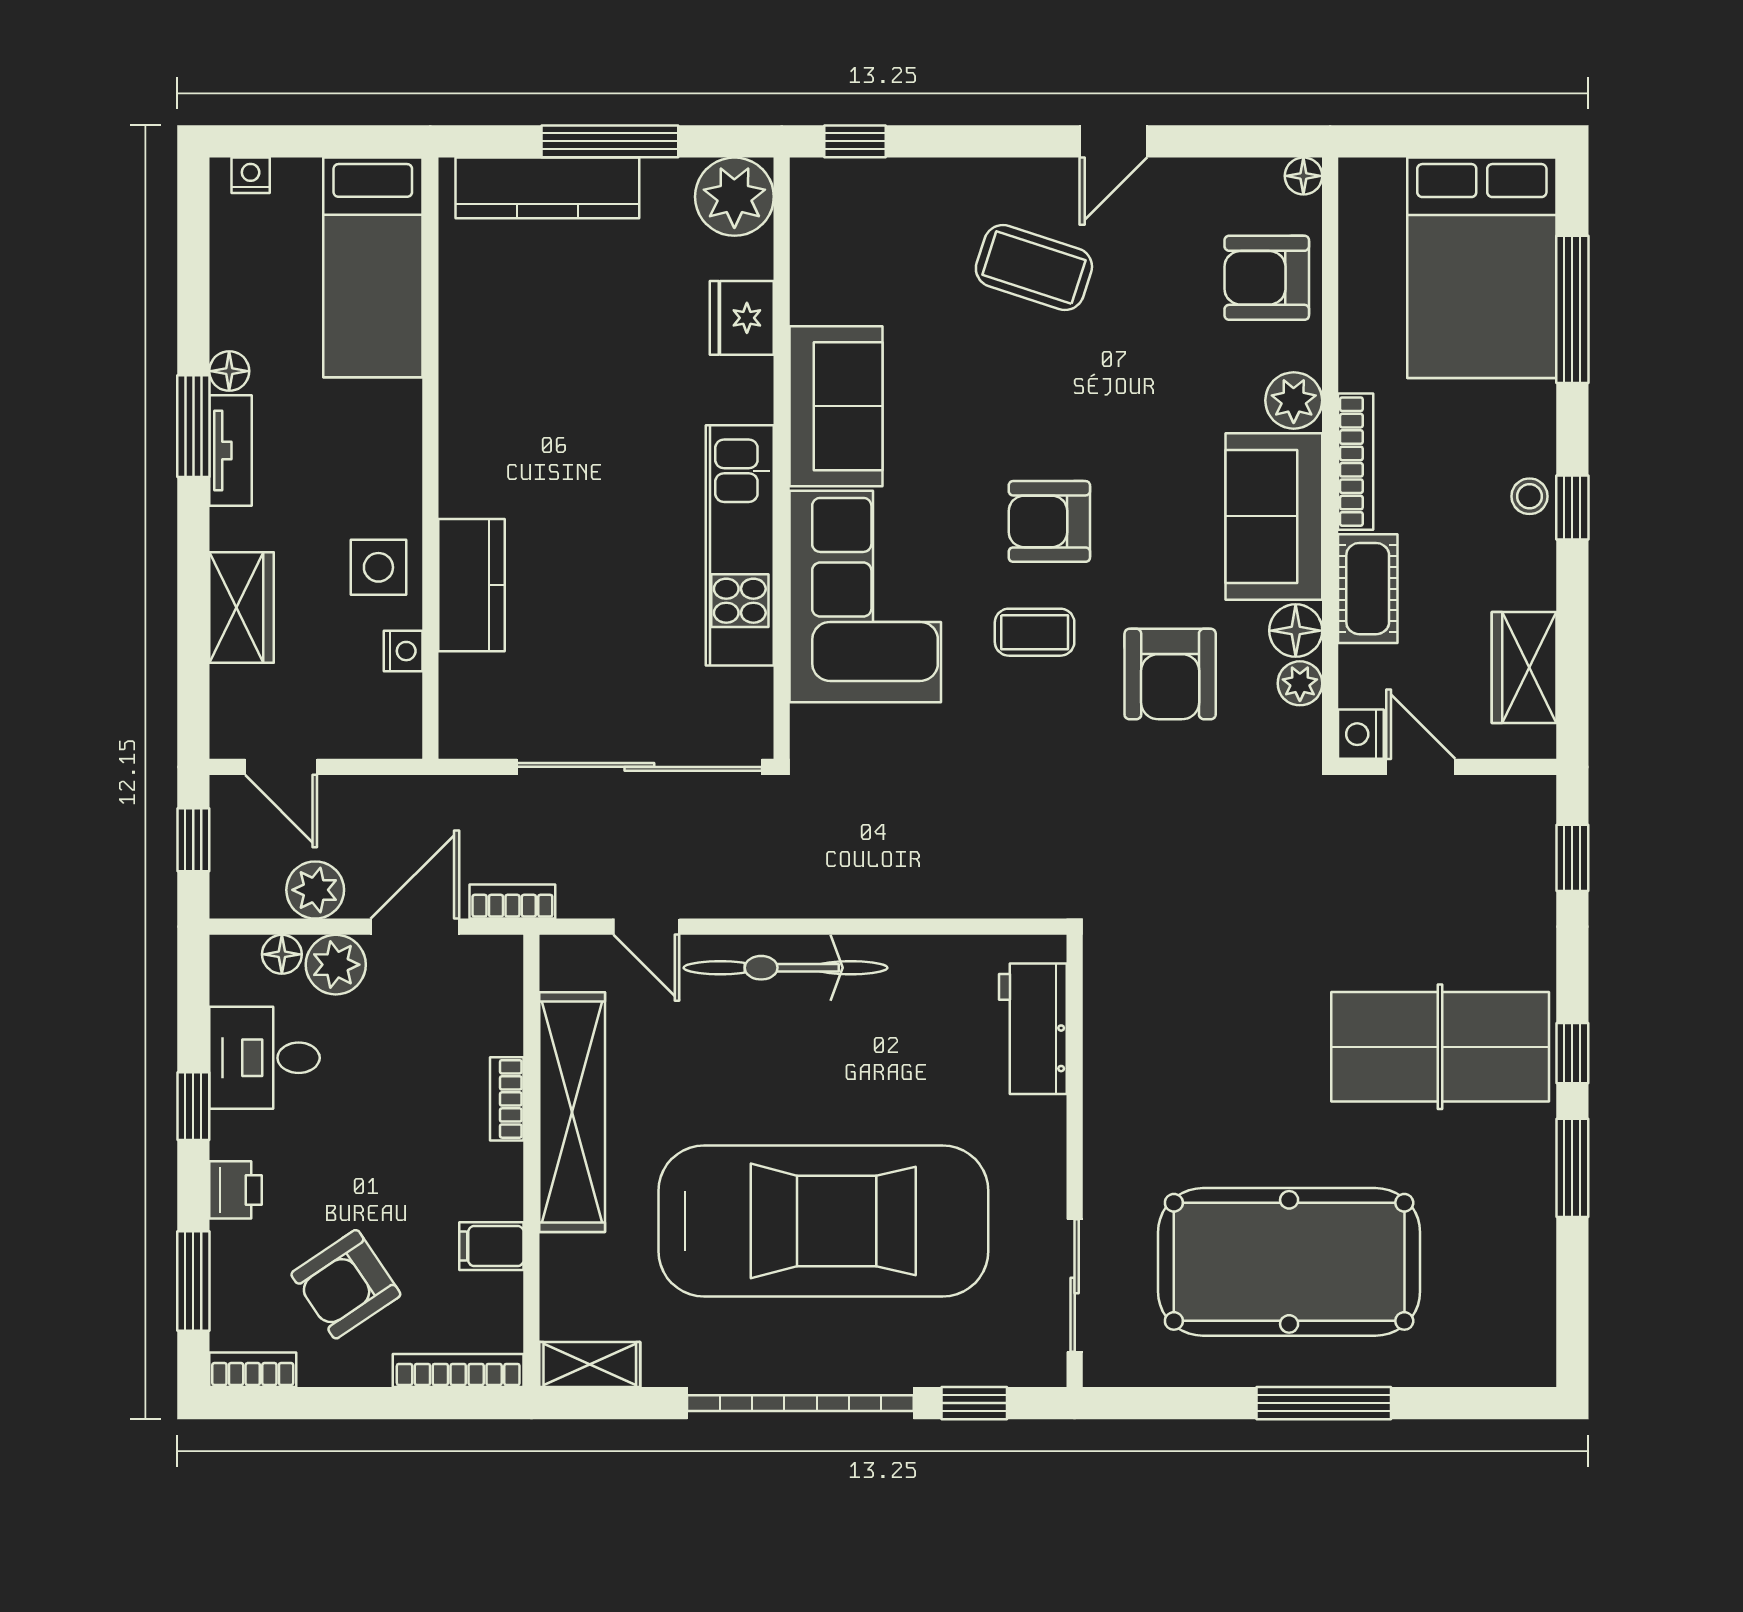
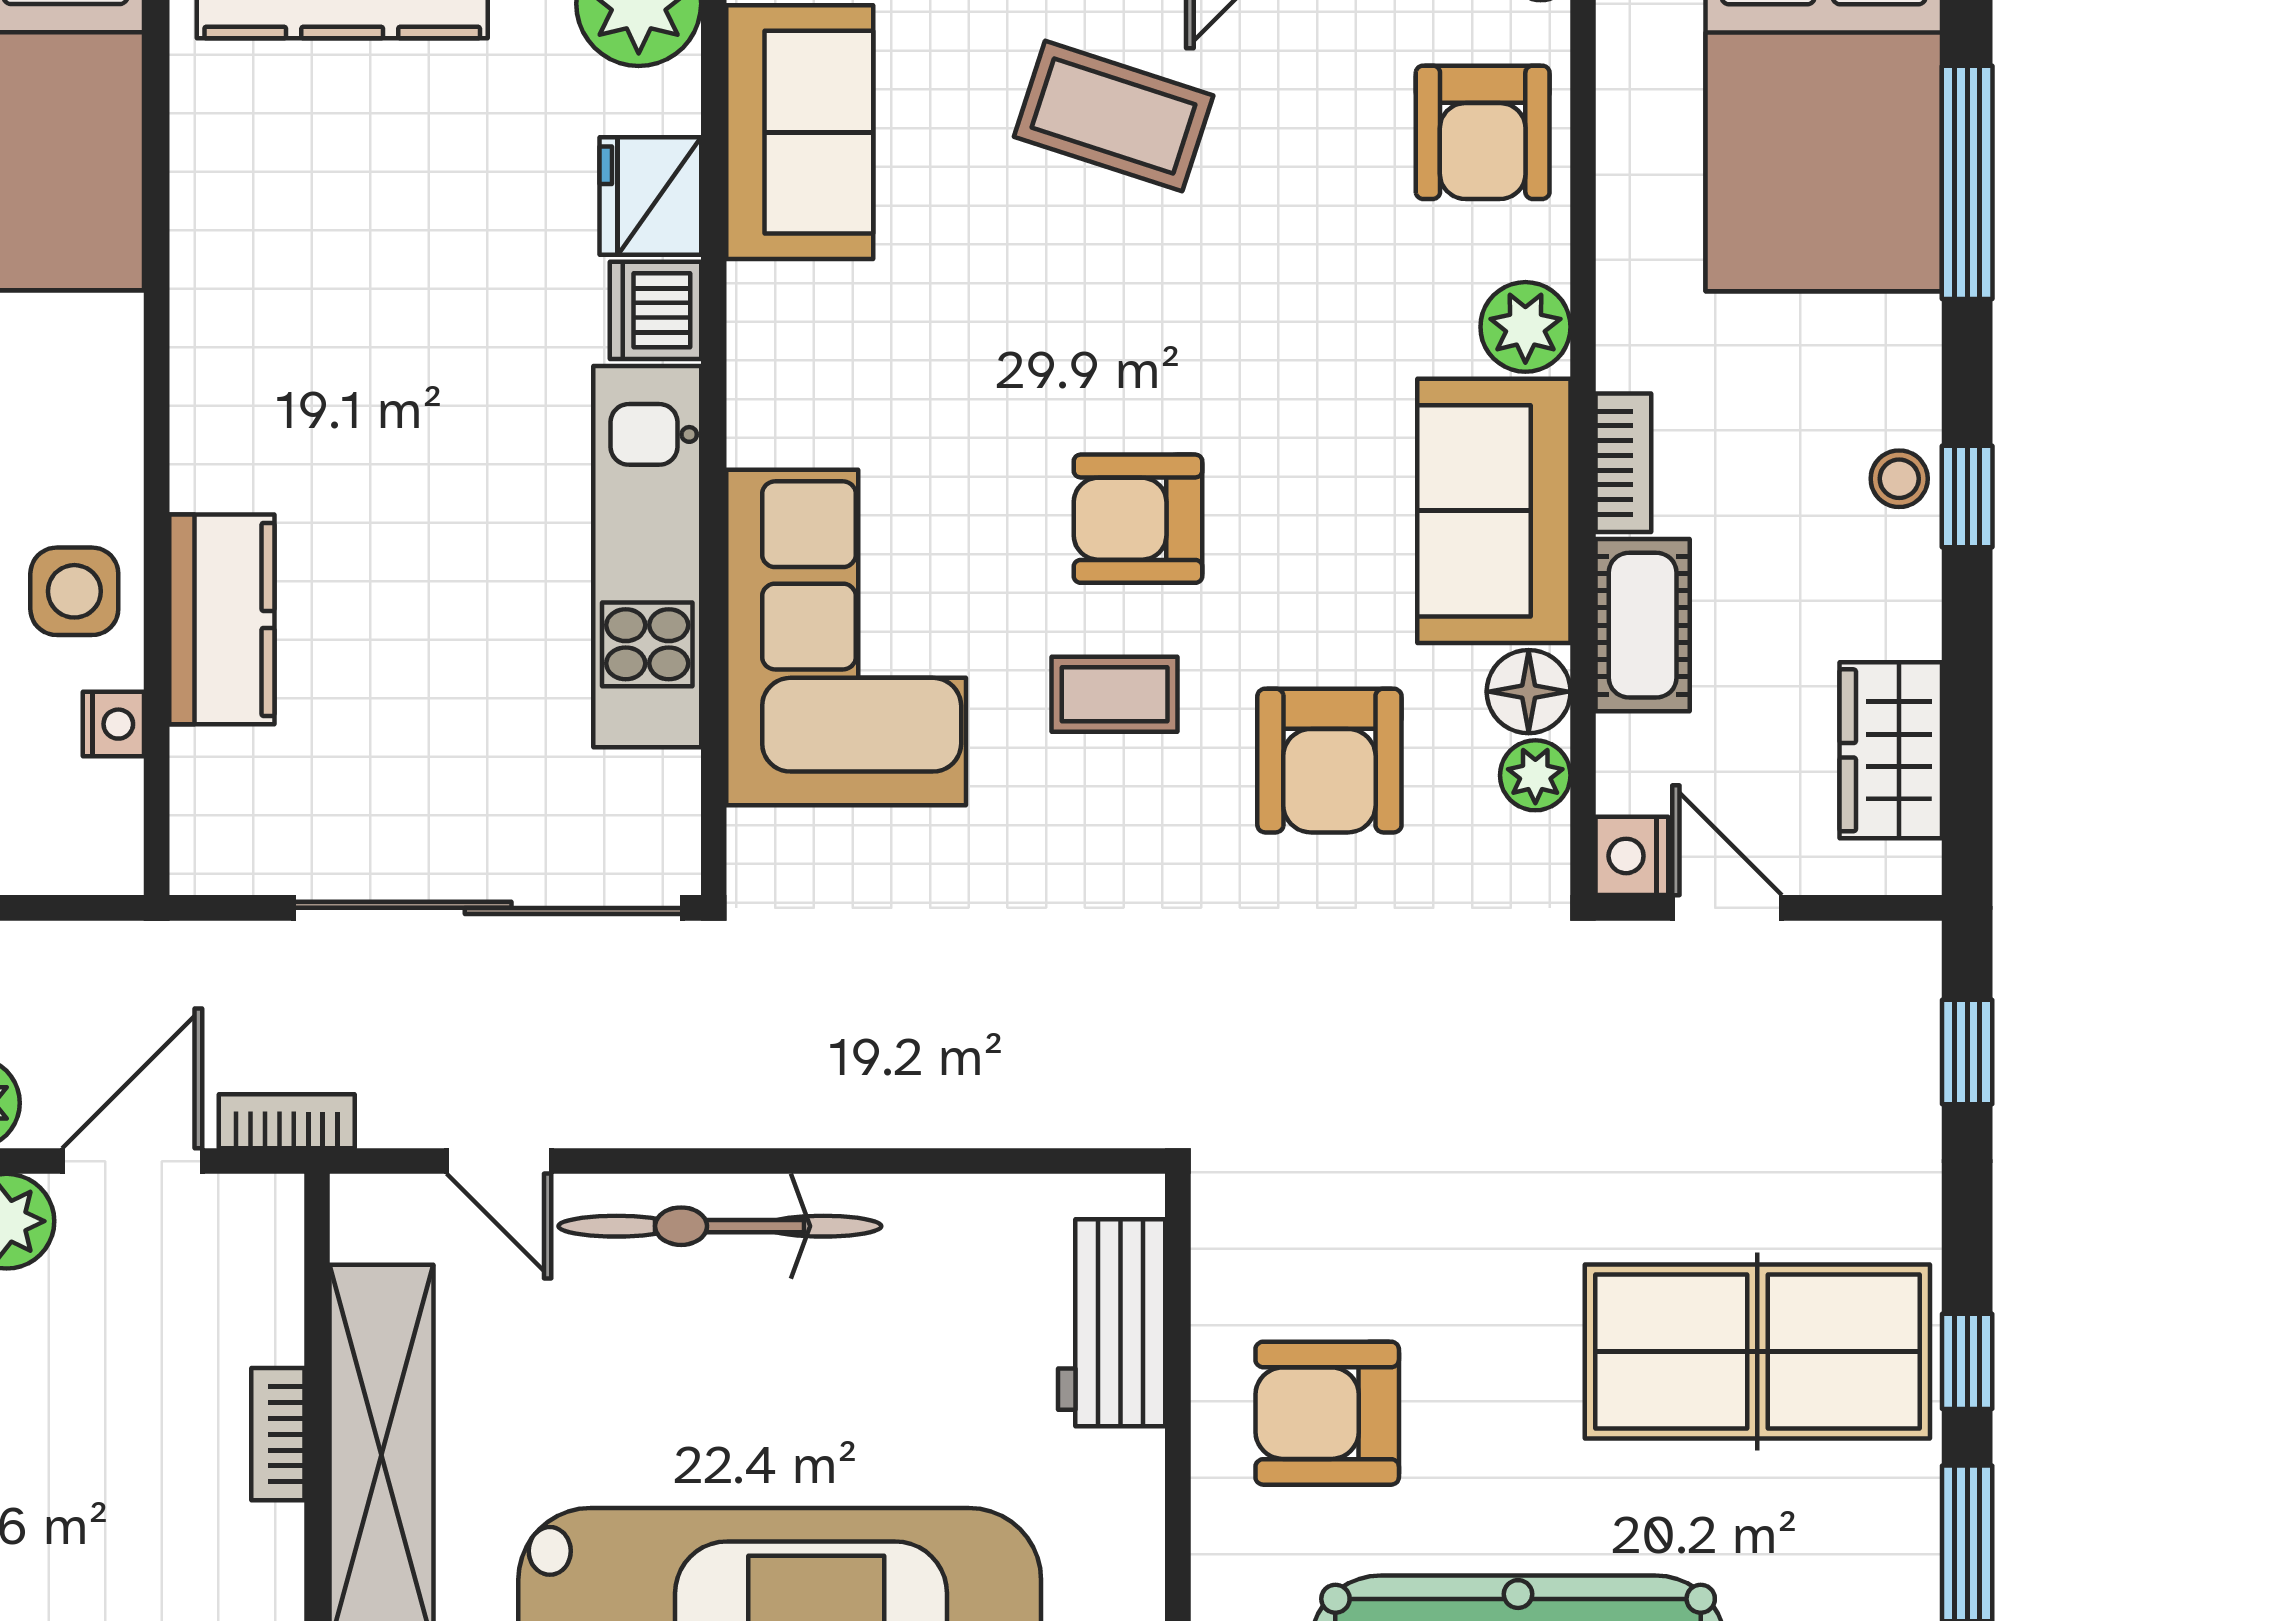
armchair: (1267, 278) -> (1483, 132), turned -90
dishwasher: (745, 390) -> (655, 310), added
sofa: (836, 406) -> (800, 132), moved
bookcase: (1356, 462) -> (1623, 463), width x0.64
armchair: (1169, 1086) -> (1327, 1413), added

